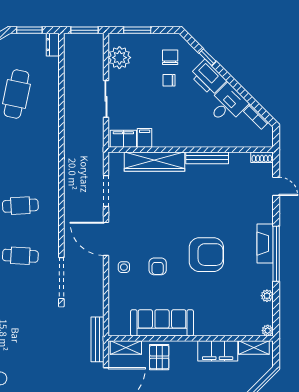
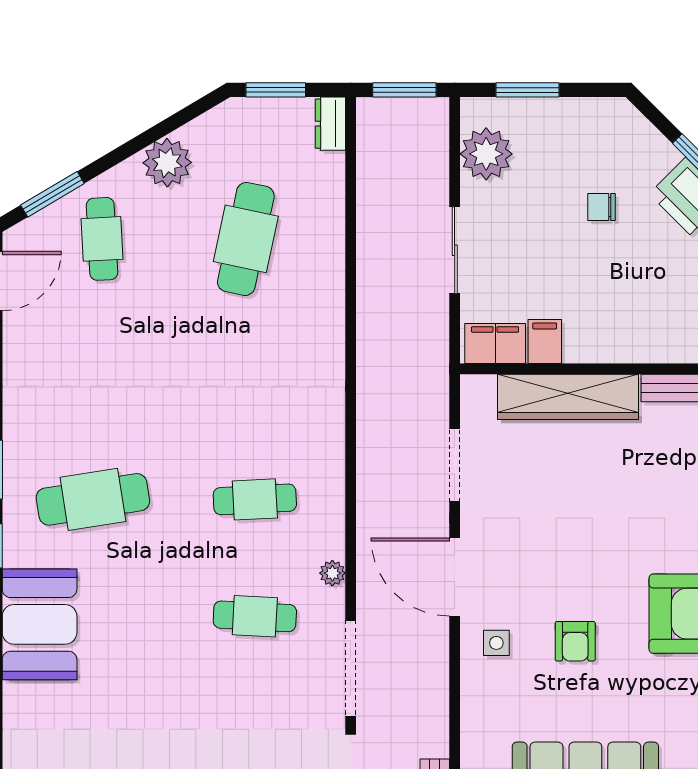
chair: (170, 57) -> (604, 153), removed
plant: (54, 237) -> (332, 573), added

